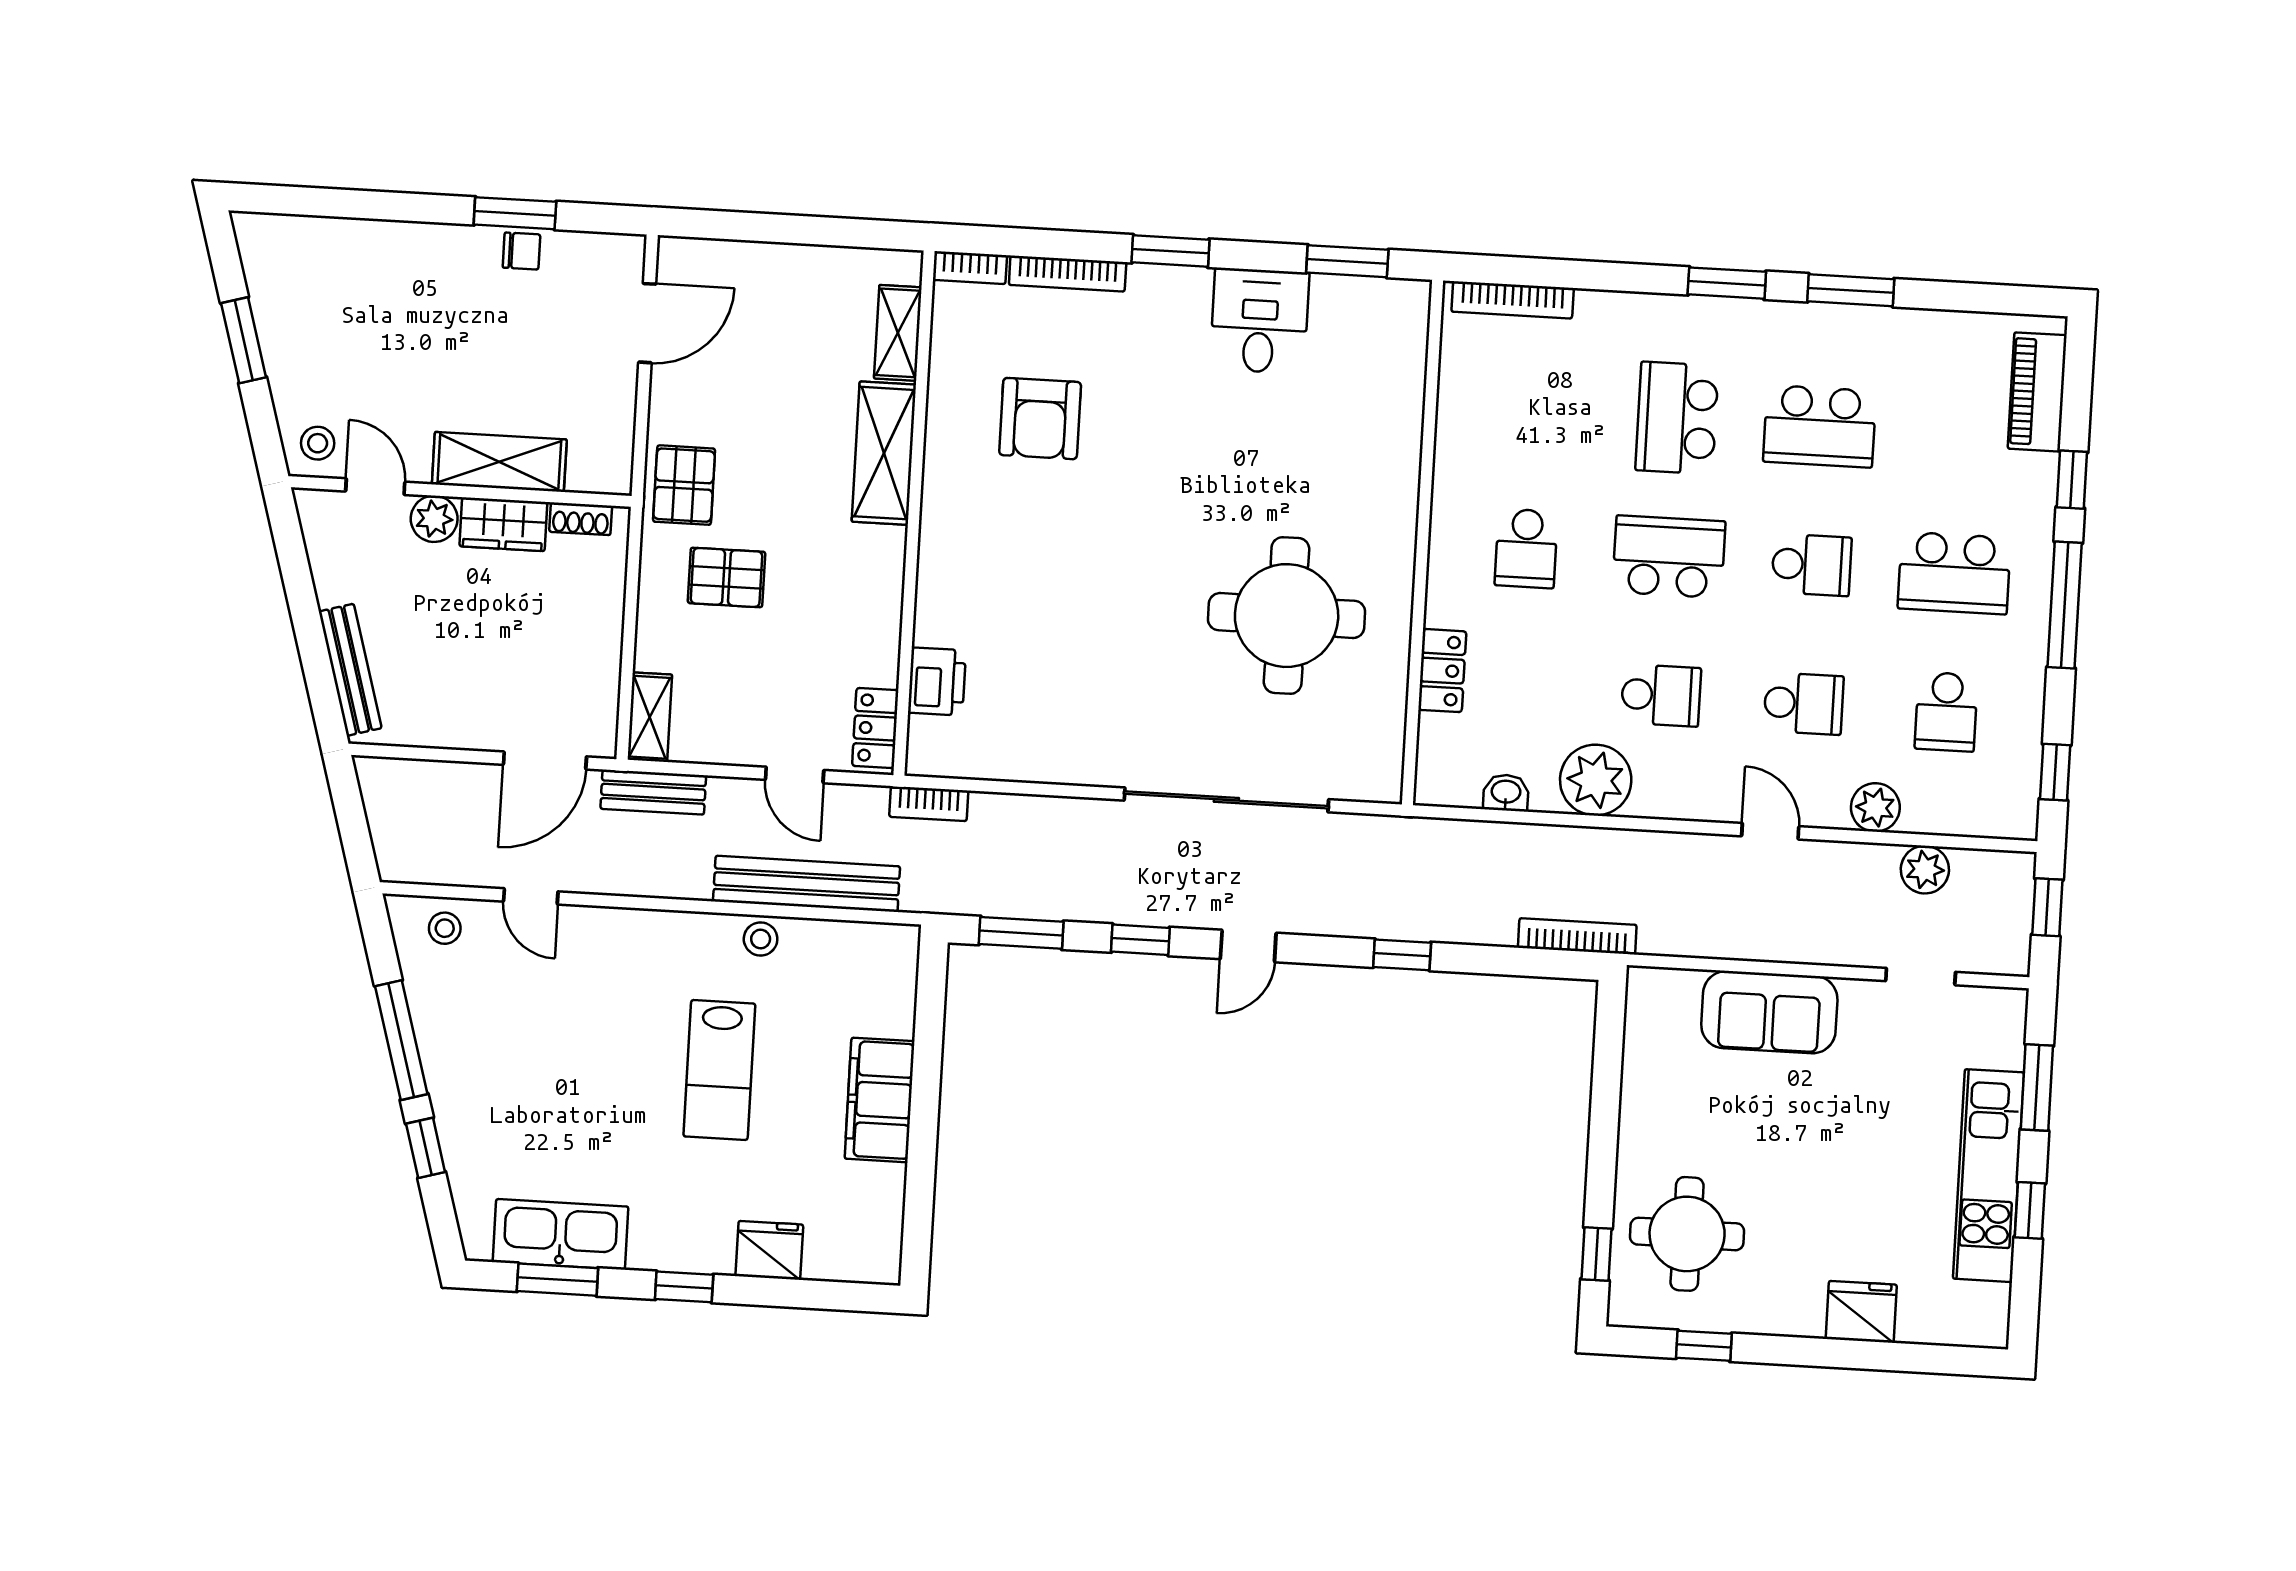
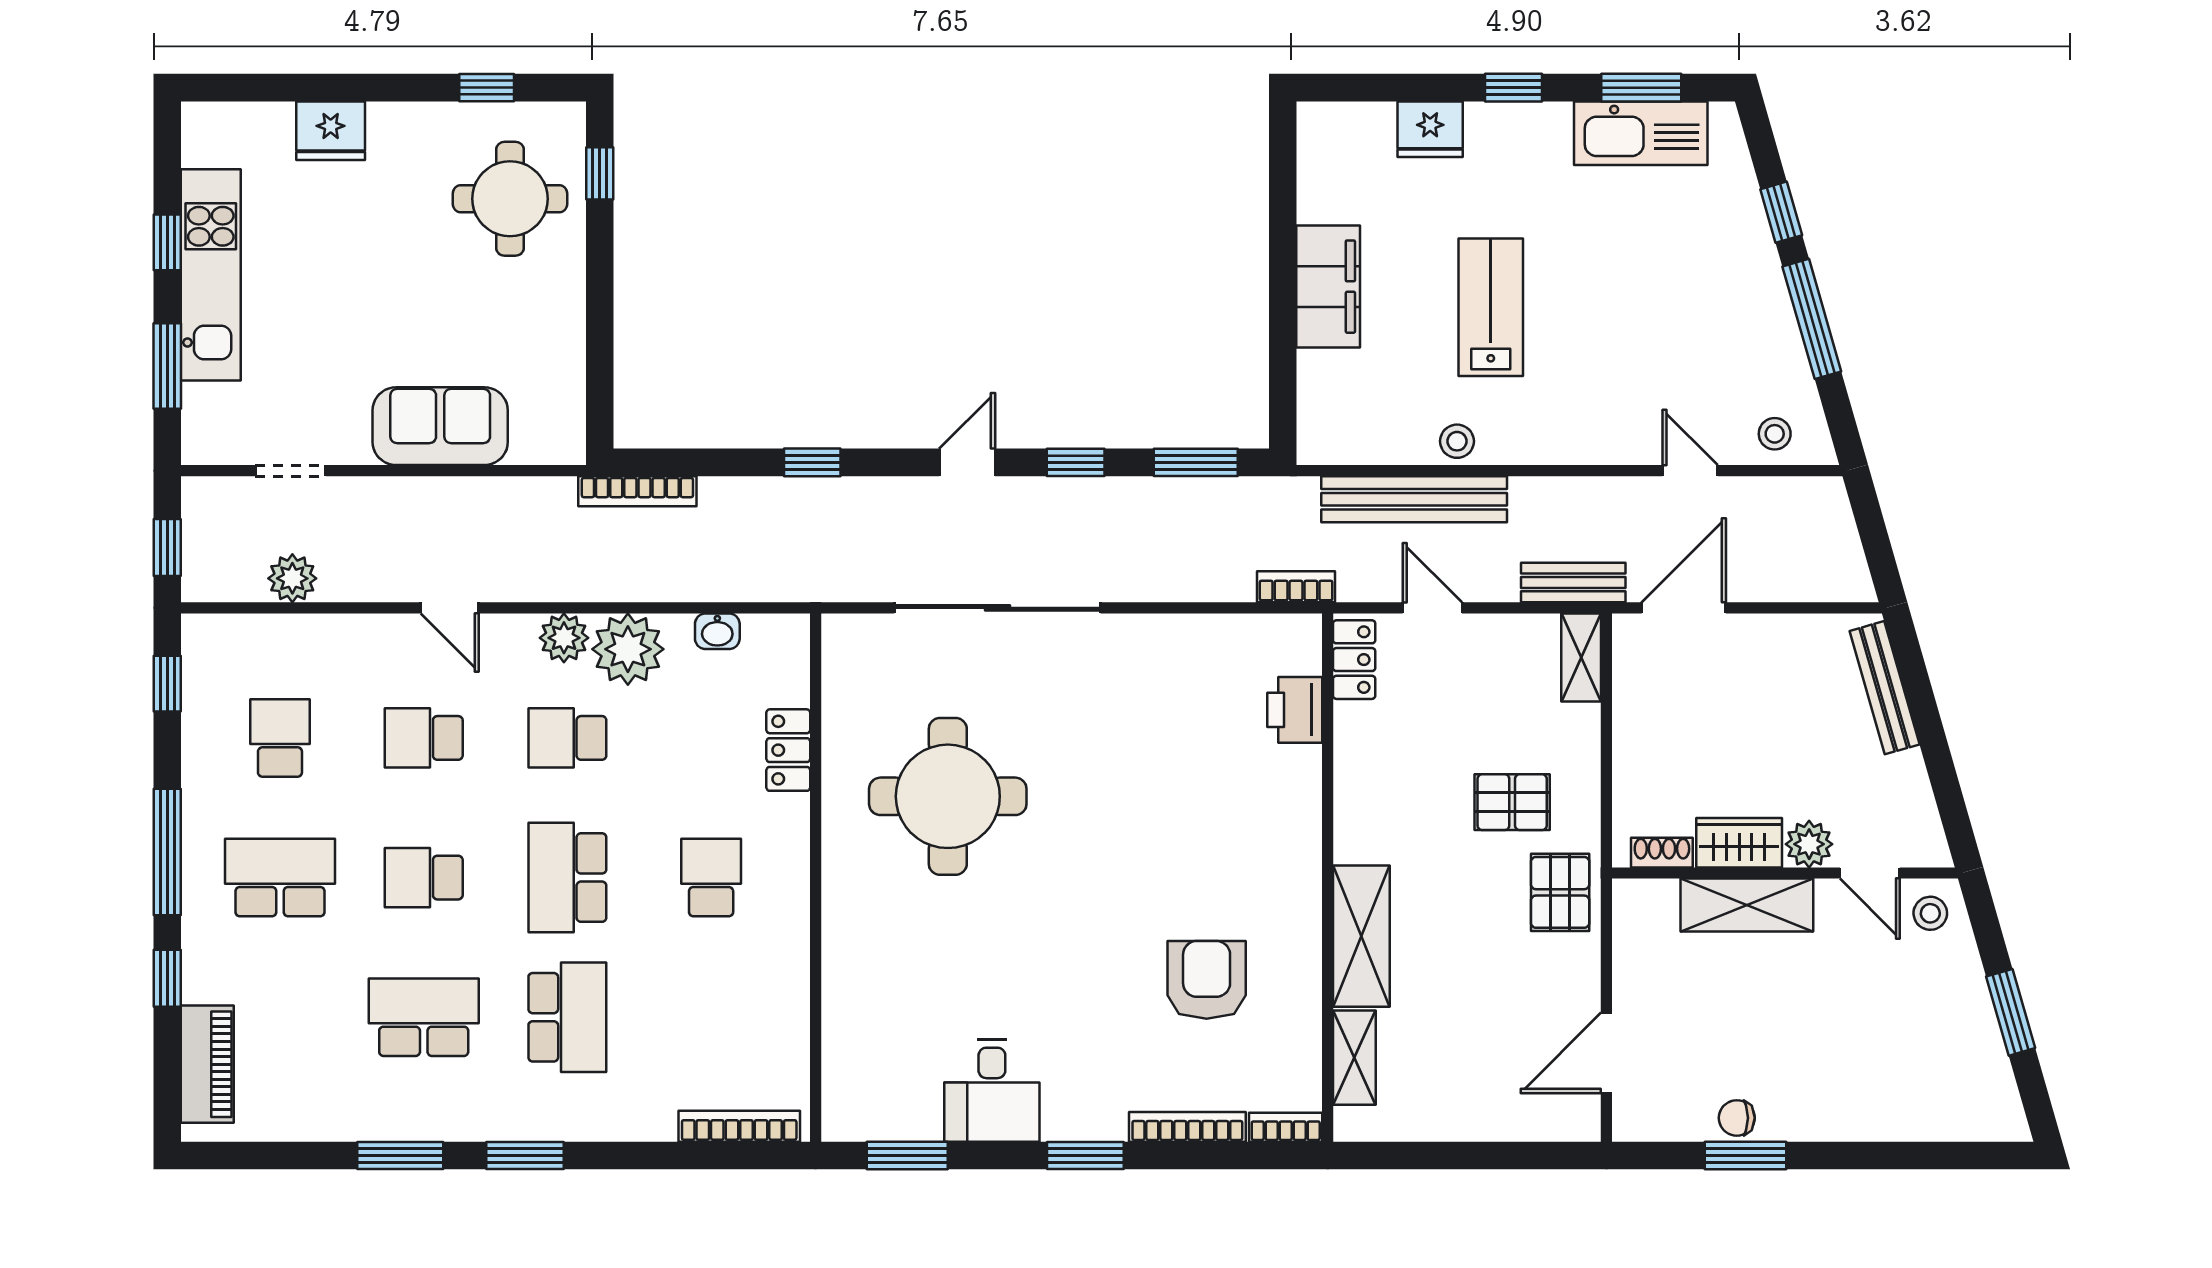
school desk: (1669, 557) -> (567, 878), turned 90
plant: (1875, 807) -> (564, 638), moved

